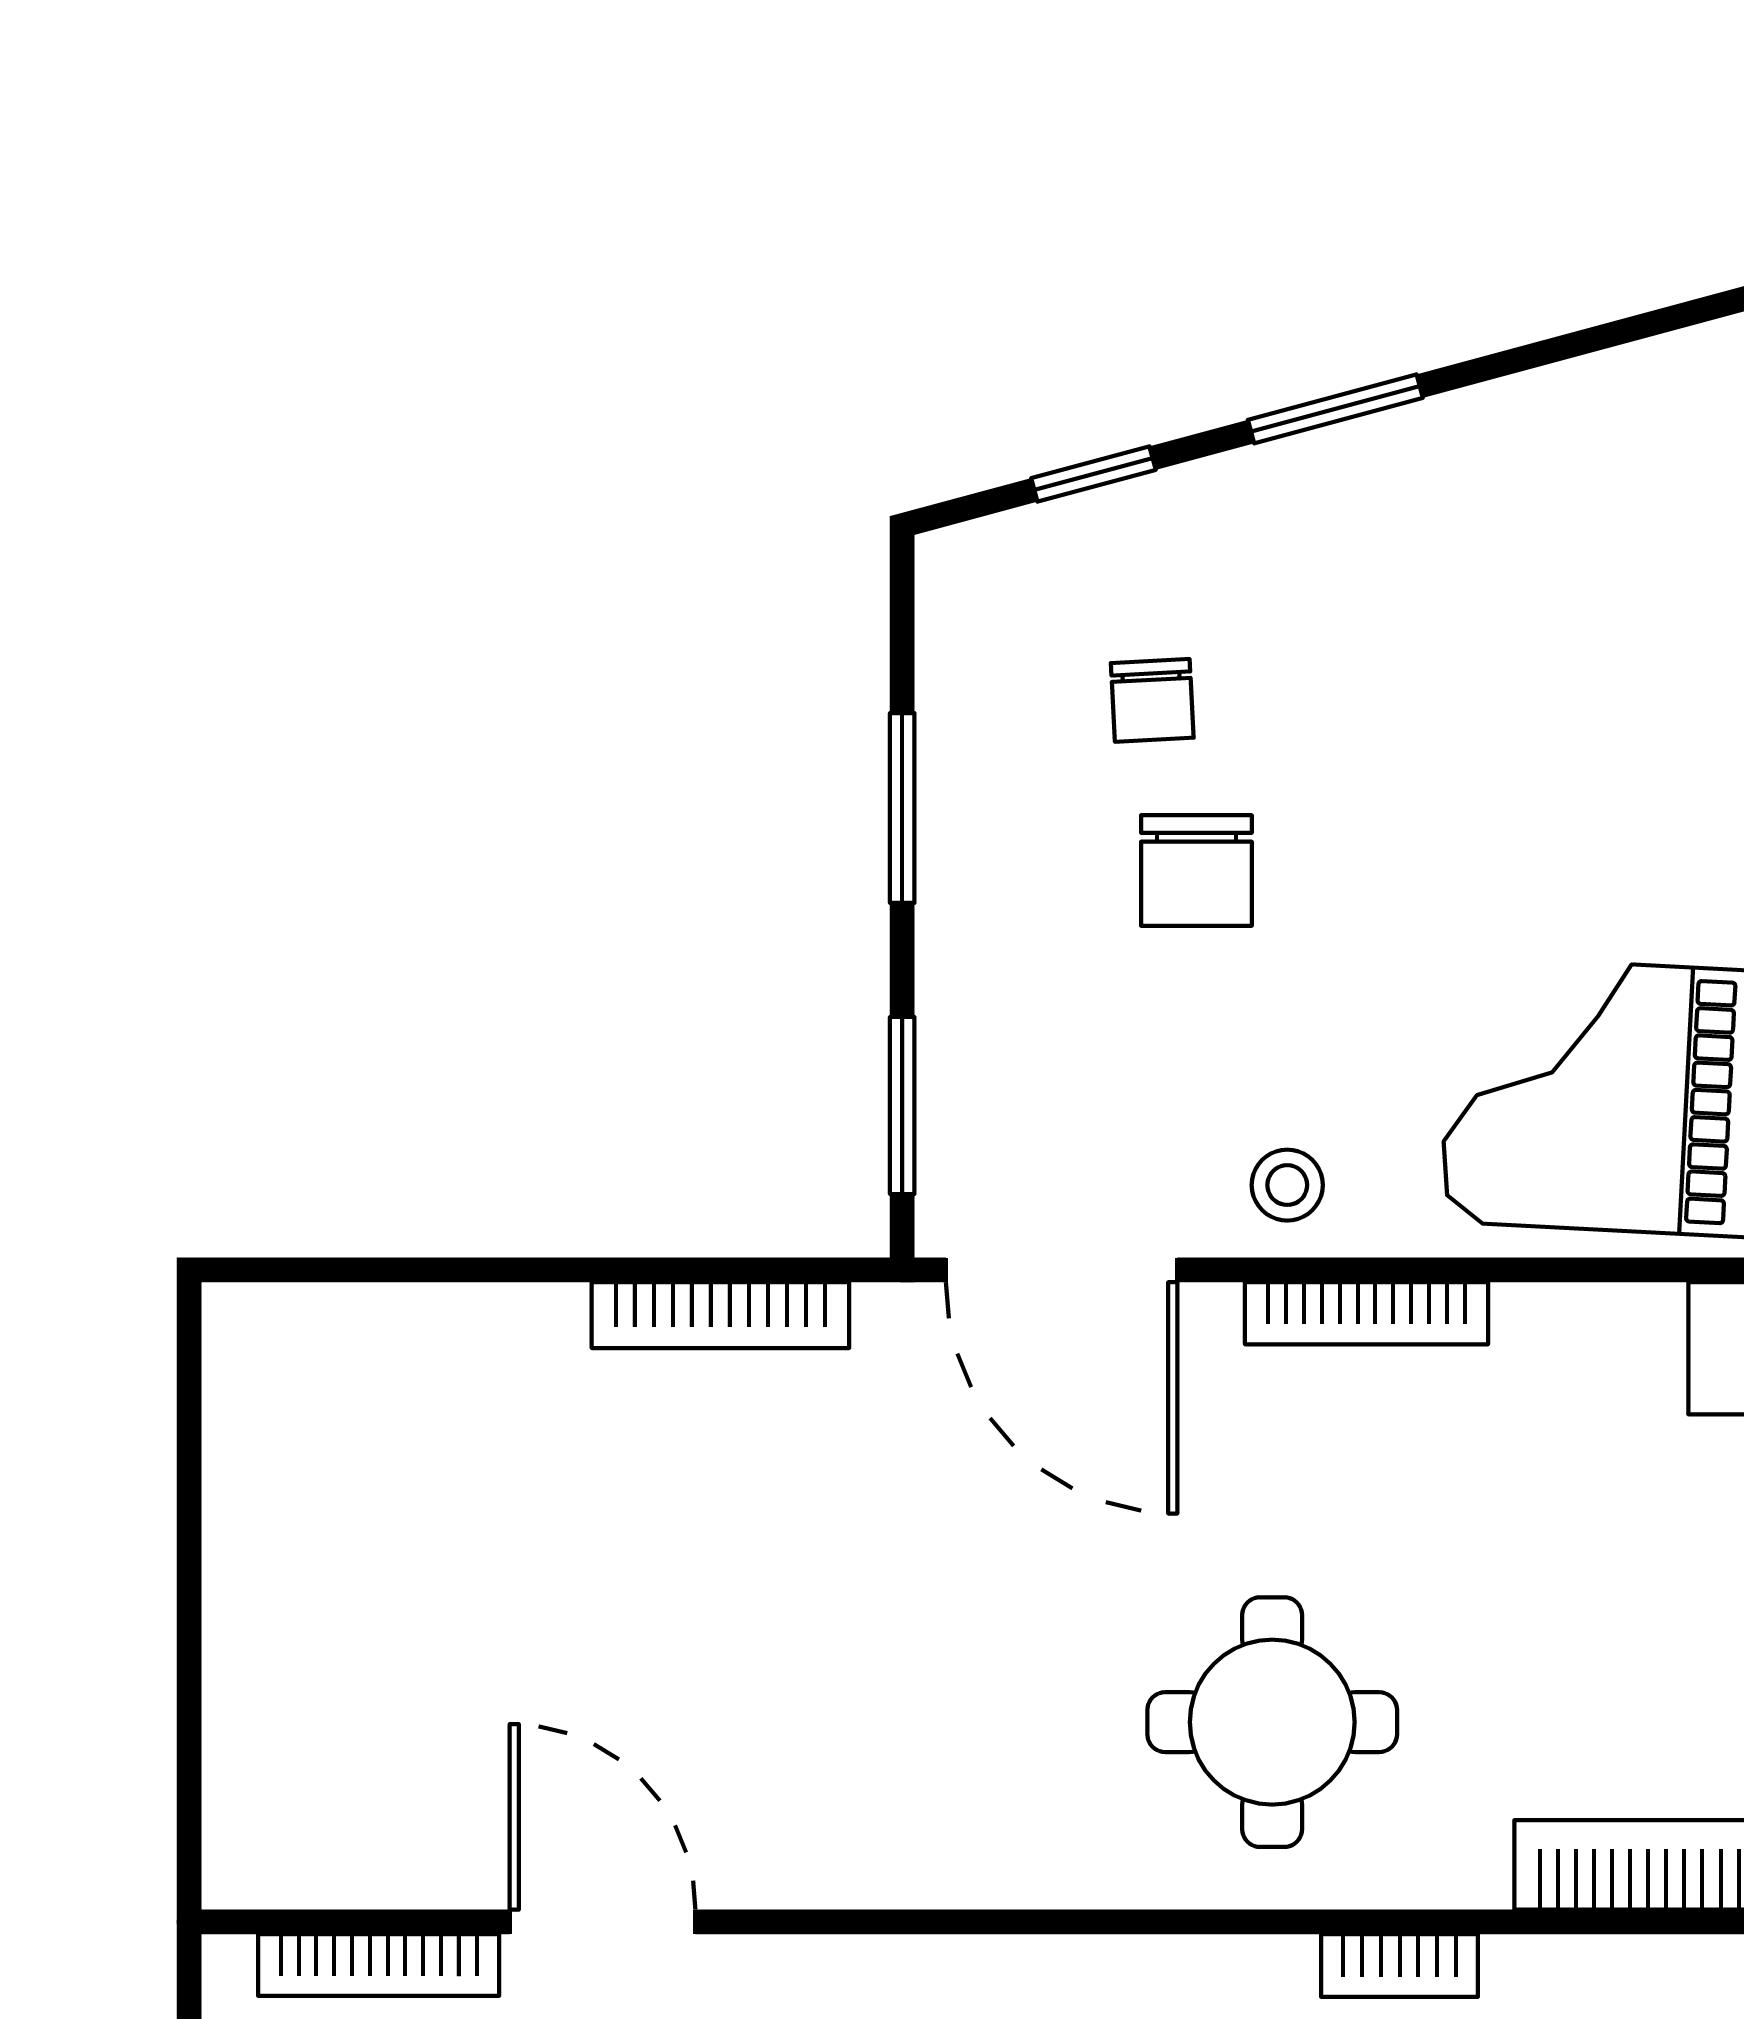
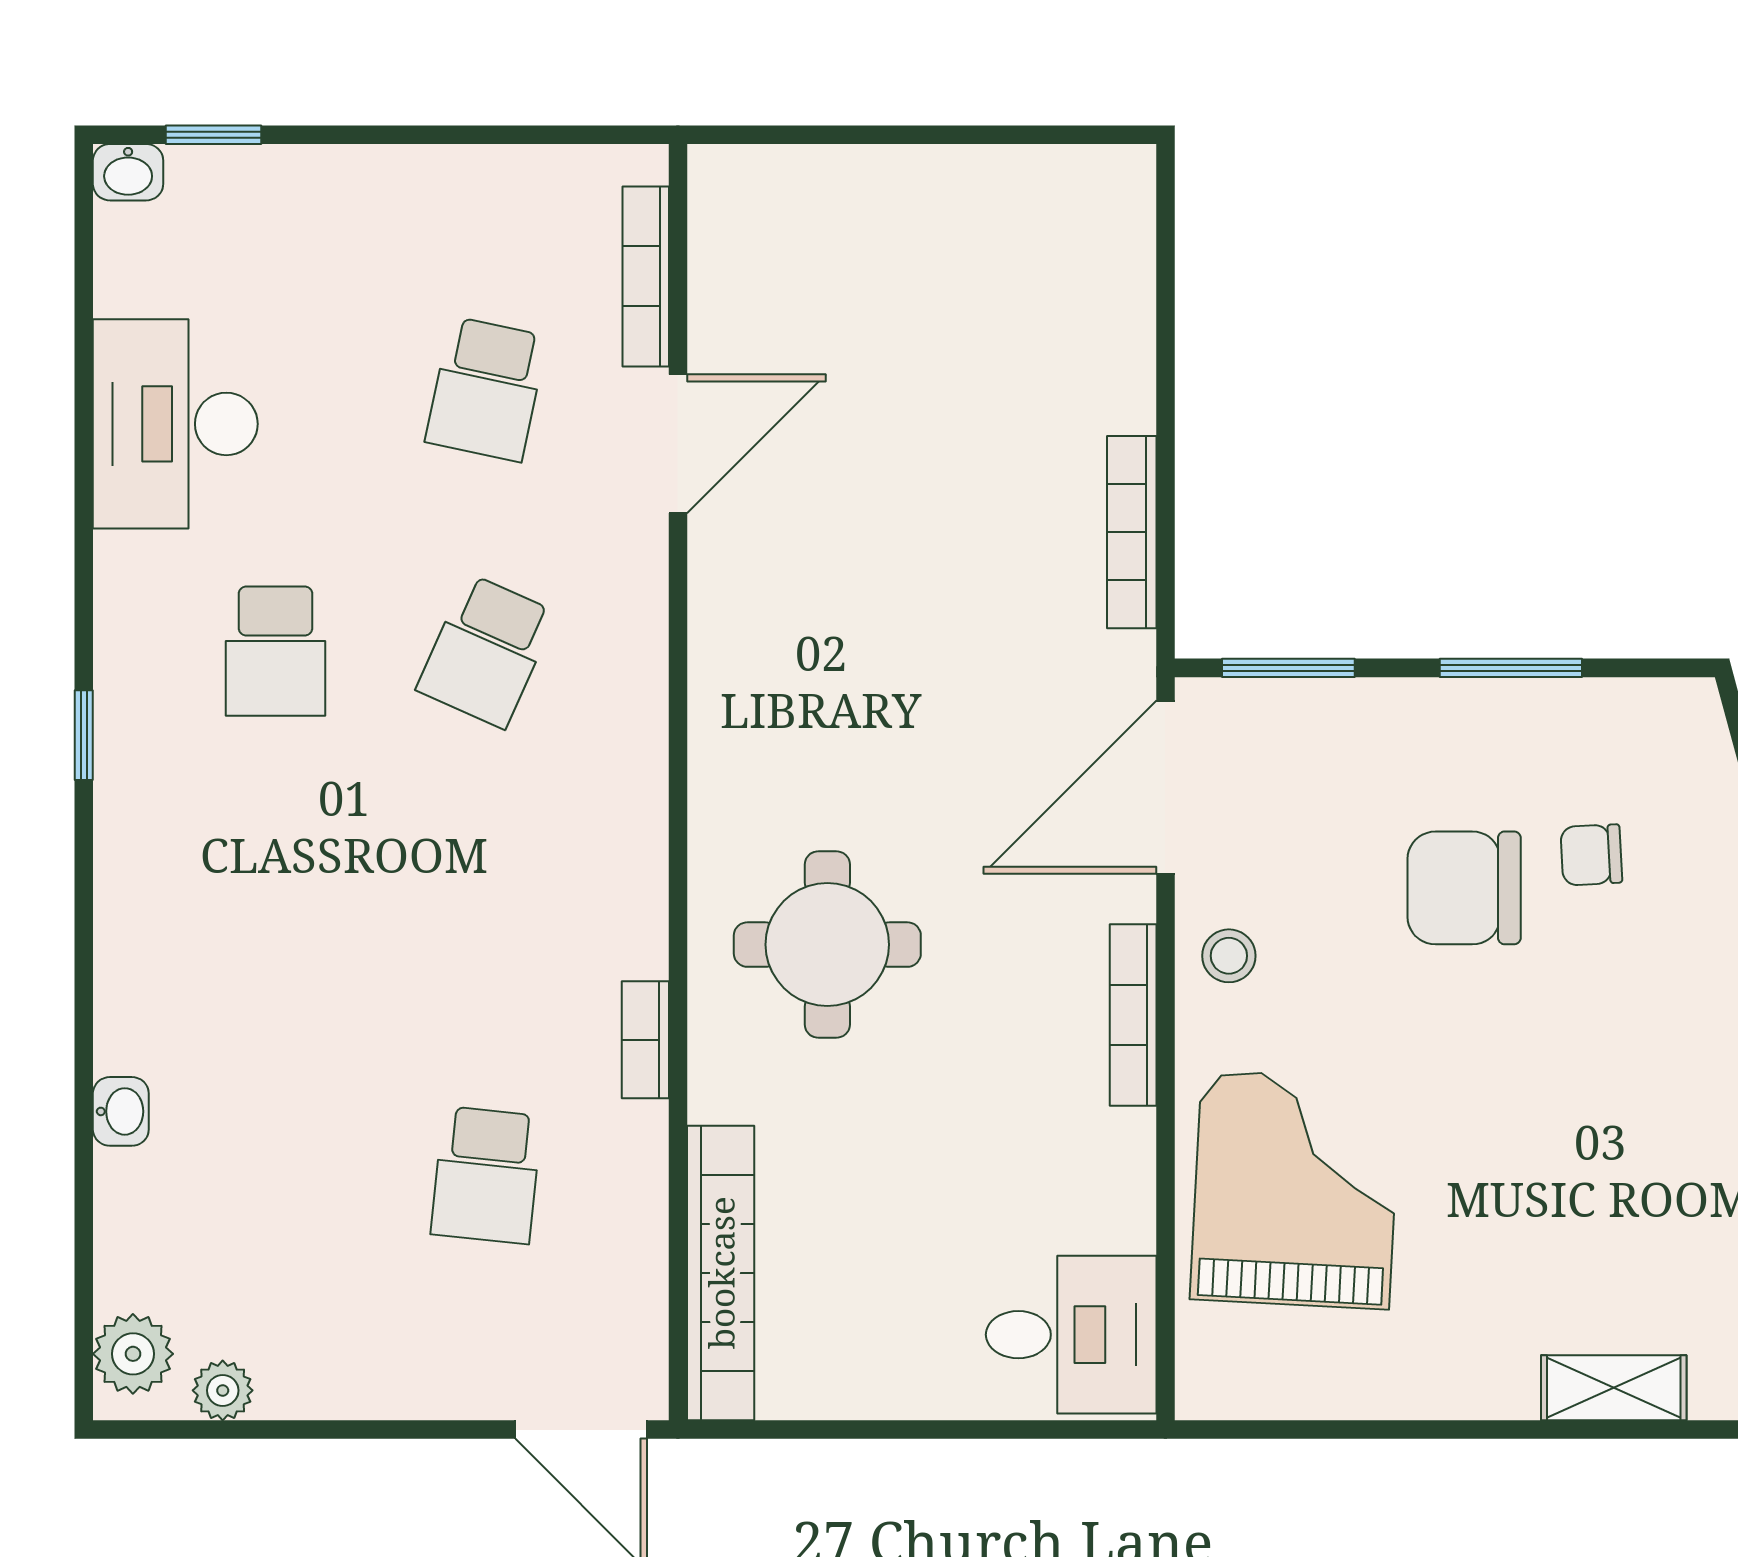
chair: (1196, 870) -> (1464, 888), width x1.37, depth x1.37

